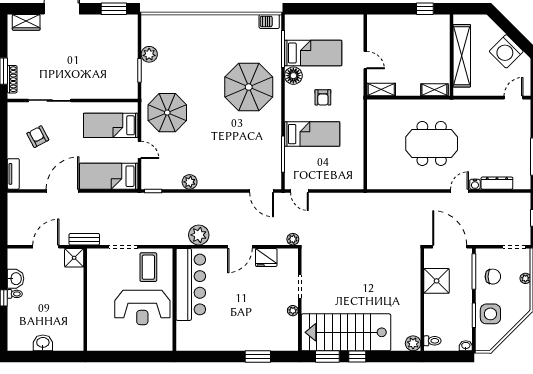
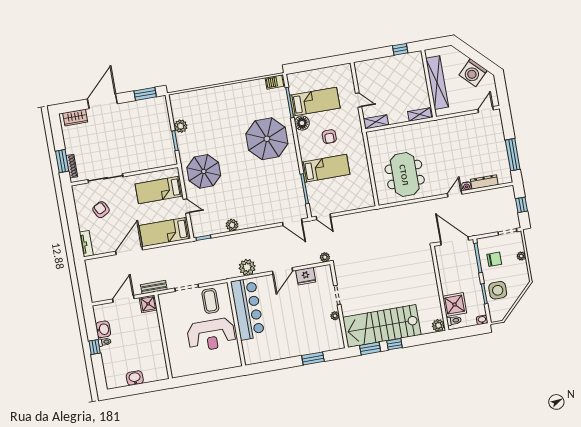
meeting table: (432, 143) -> (405, 175), moved, turned 90
shower: (437, 281) -> (455, 305), moved

